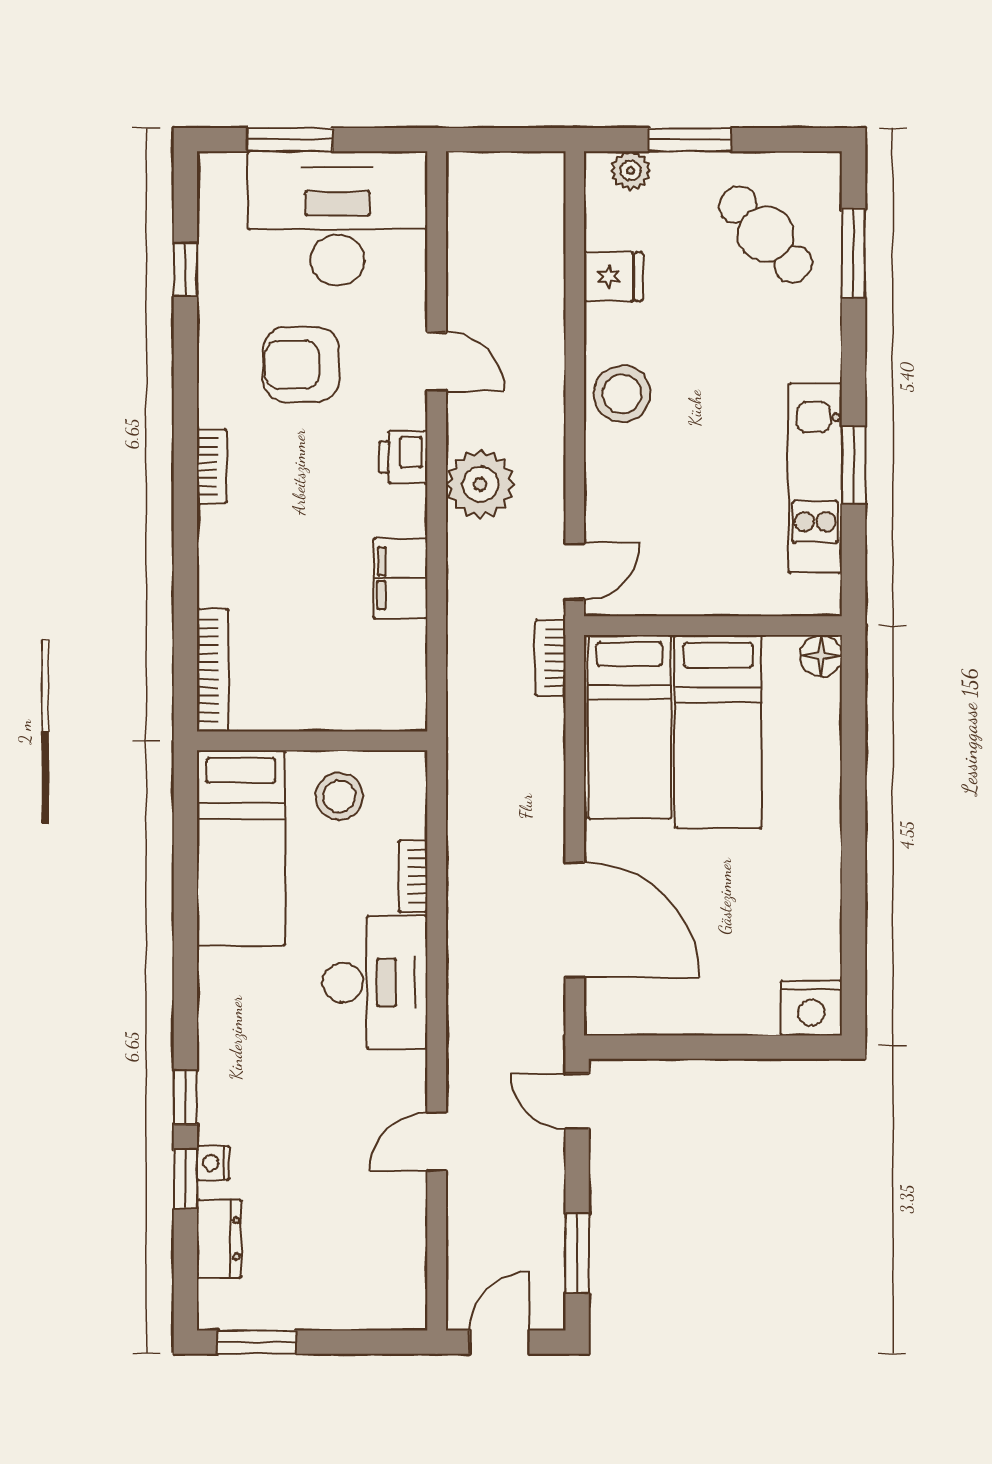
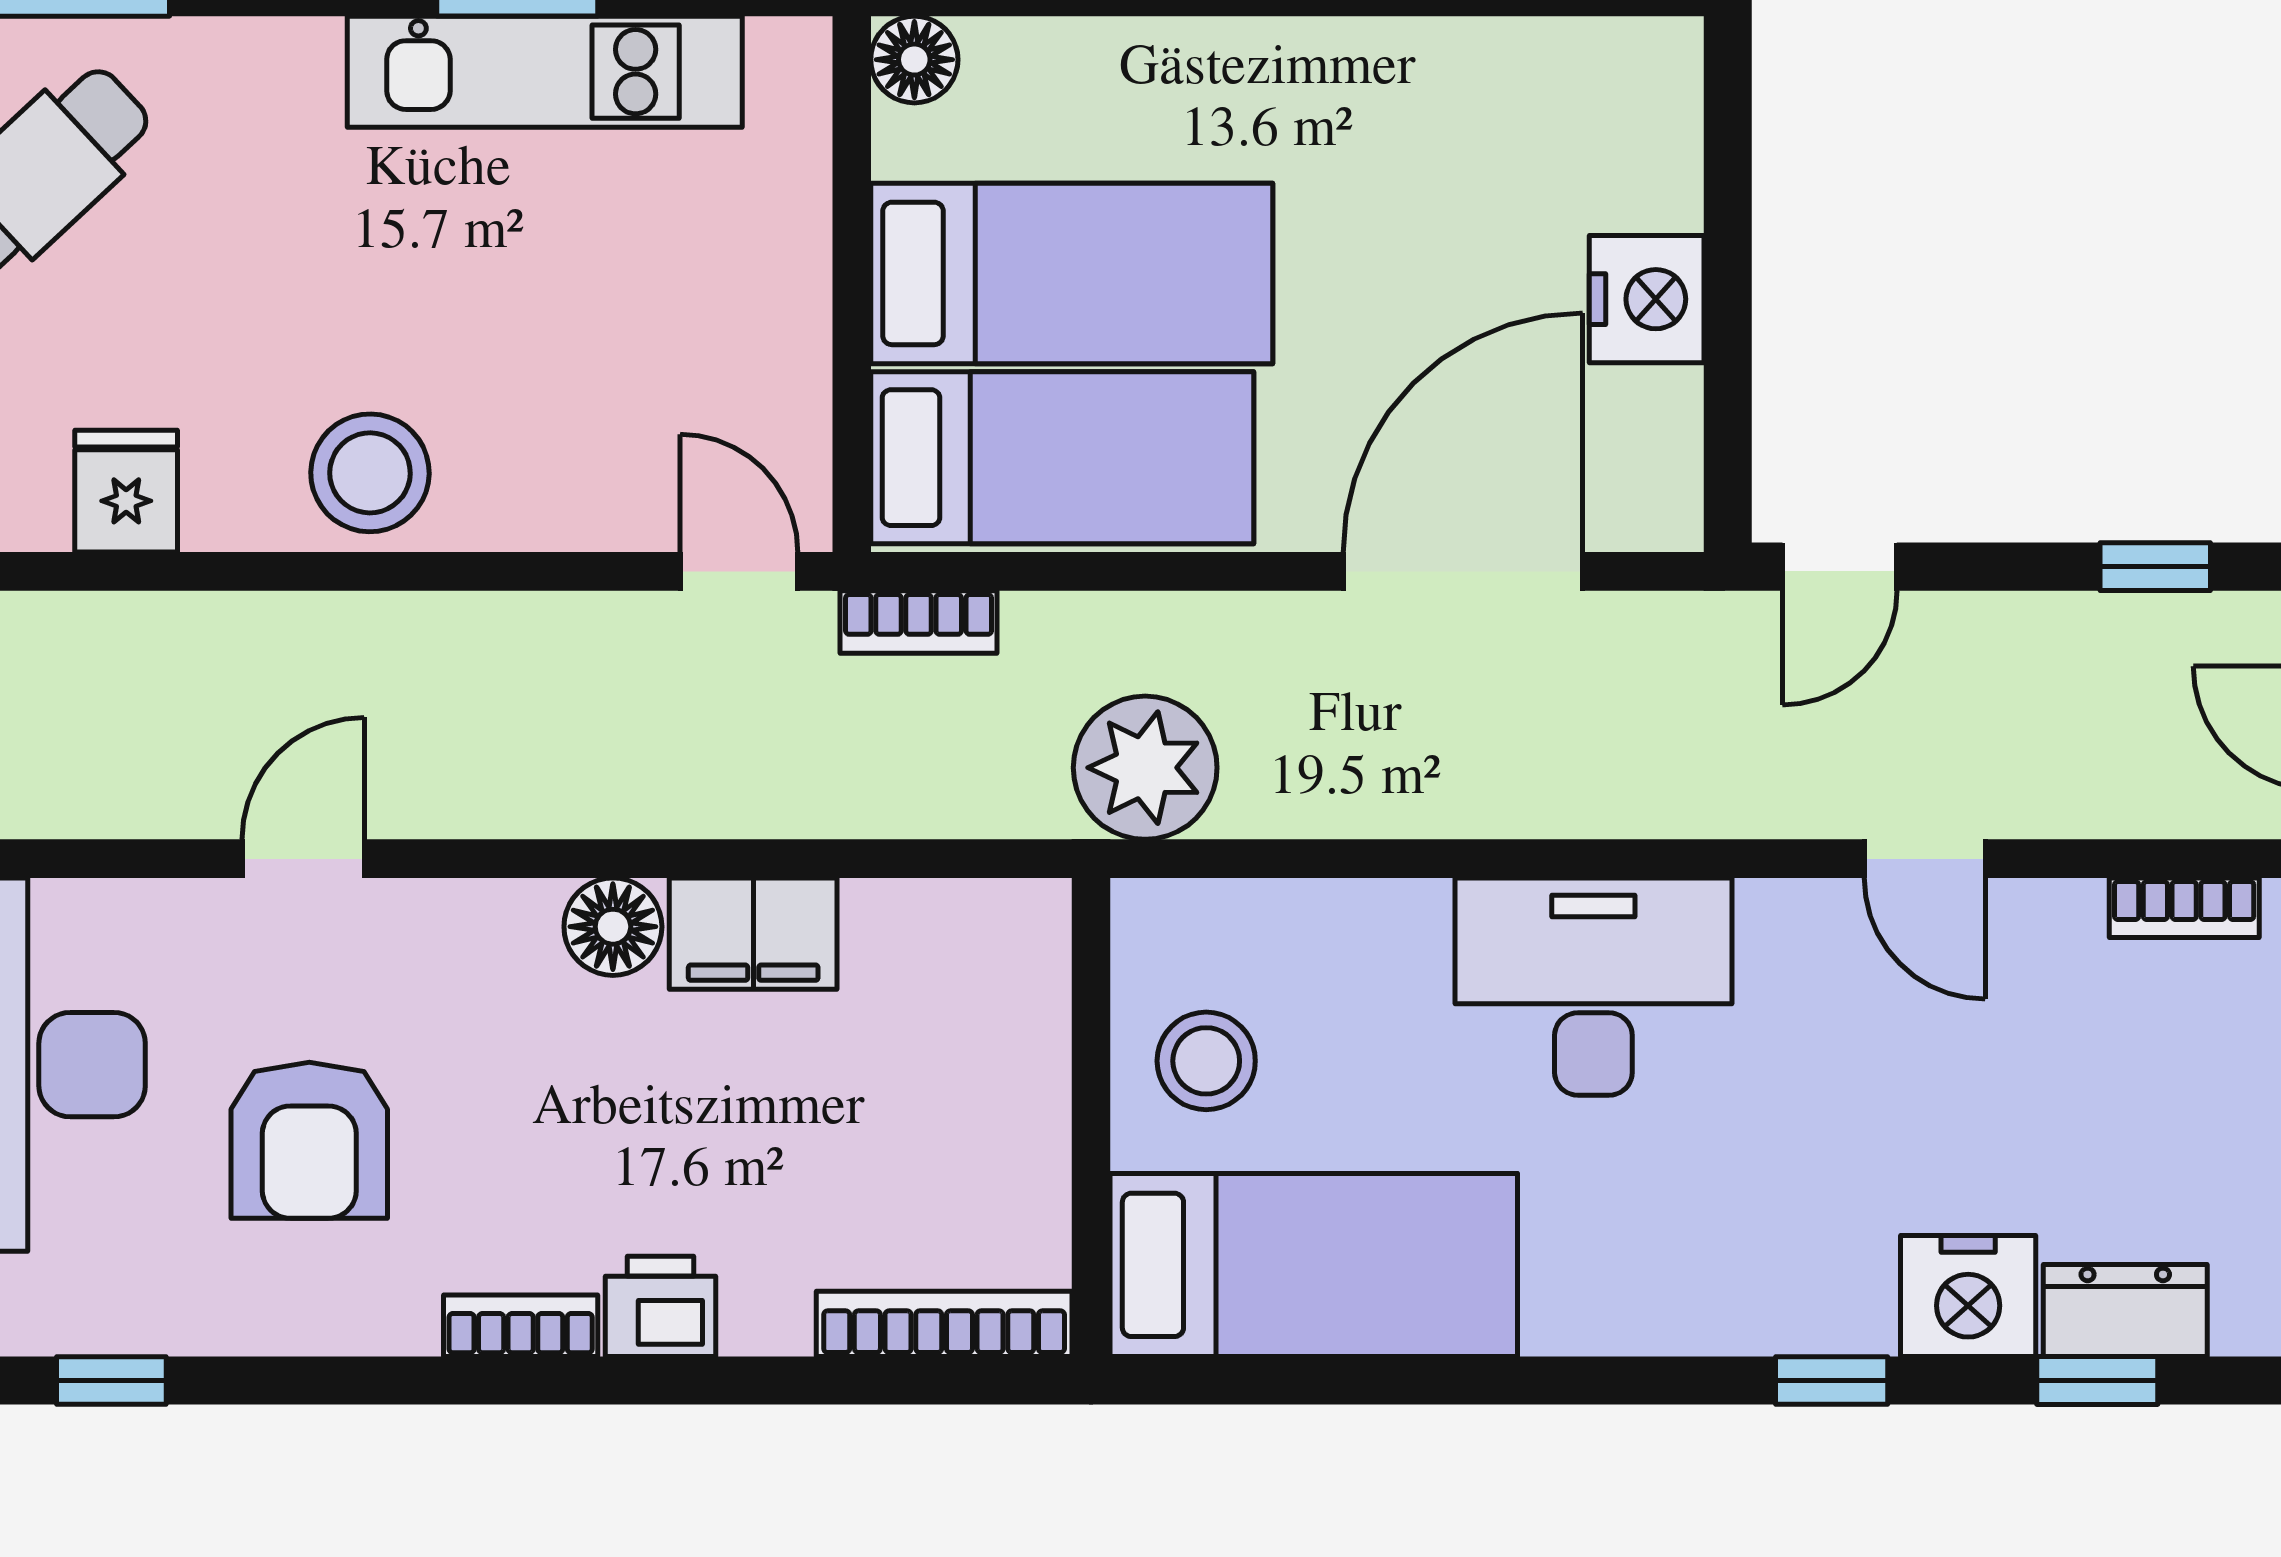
printer: (403, 457) -> (660, 1306), moved, turned 180
plant: (480, 484) -> (1145, 768), moved
floor lamp: (404, 511) -> (613, 927), added
bookcase: (413, 876) -> (2184, 908), moved
nightstand: (811, 1008) -> (1647, 299), moved
nightstand: (213, 1163) -> (1968, 1296), width x1.89, depth x1.79
window: (185, 1179) -> (2097, 1380), moved
window: (577, 1253) -> (2155, 567), width x0.67

